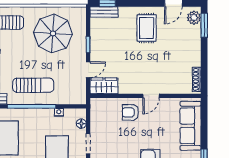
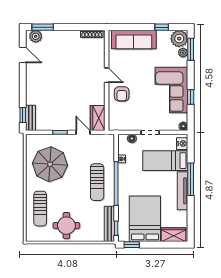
rug: (147, 28) -> (45, 79), removed
sun lounger: (33, 85) -> (97, 182), turned 180

